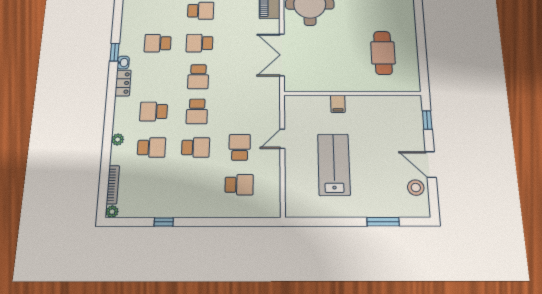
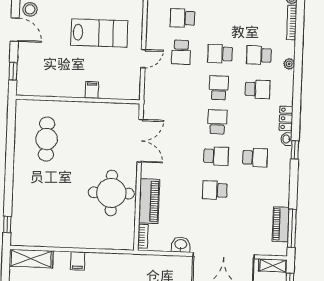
lab bench: (334, 165) -> (99, 33), turned -90

